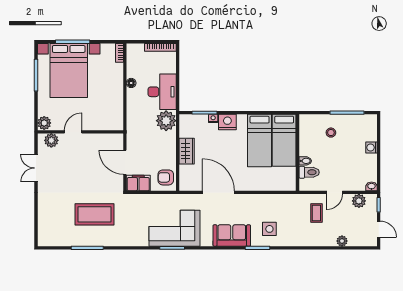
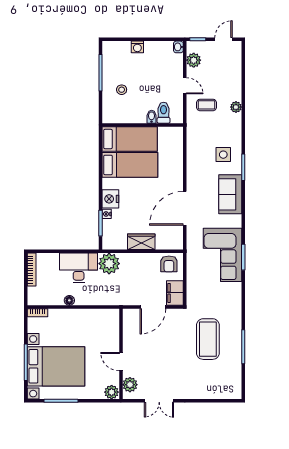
plant: (342, 241) -> (236, 107), moved

